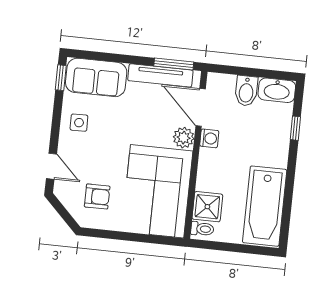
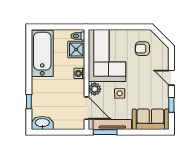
window: (61, 78) -> (171, 105), moved
bidet: (246, 91) -> (60, 121), removed
side table: (79, 123) -> (120, 93), moved
washing machine: (209, 138) -> (79, 73), moved
door: (51, 166) -> (171, 78), moved

